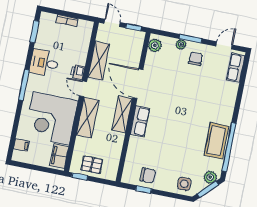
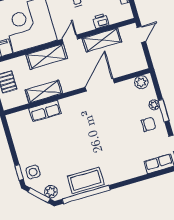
window: (133, 27) -> (147, 55), removed
printer: (78, 72) -> (101, 21), moved
shelving: (122, 114) -> (44, 92), moved
row of seats: (140, 121) -> (45, 111), moved
chair: (148, 175) -> (24, 136), removed
window: (144, 189) -> (19, 172), moved

